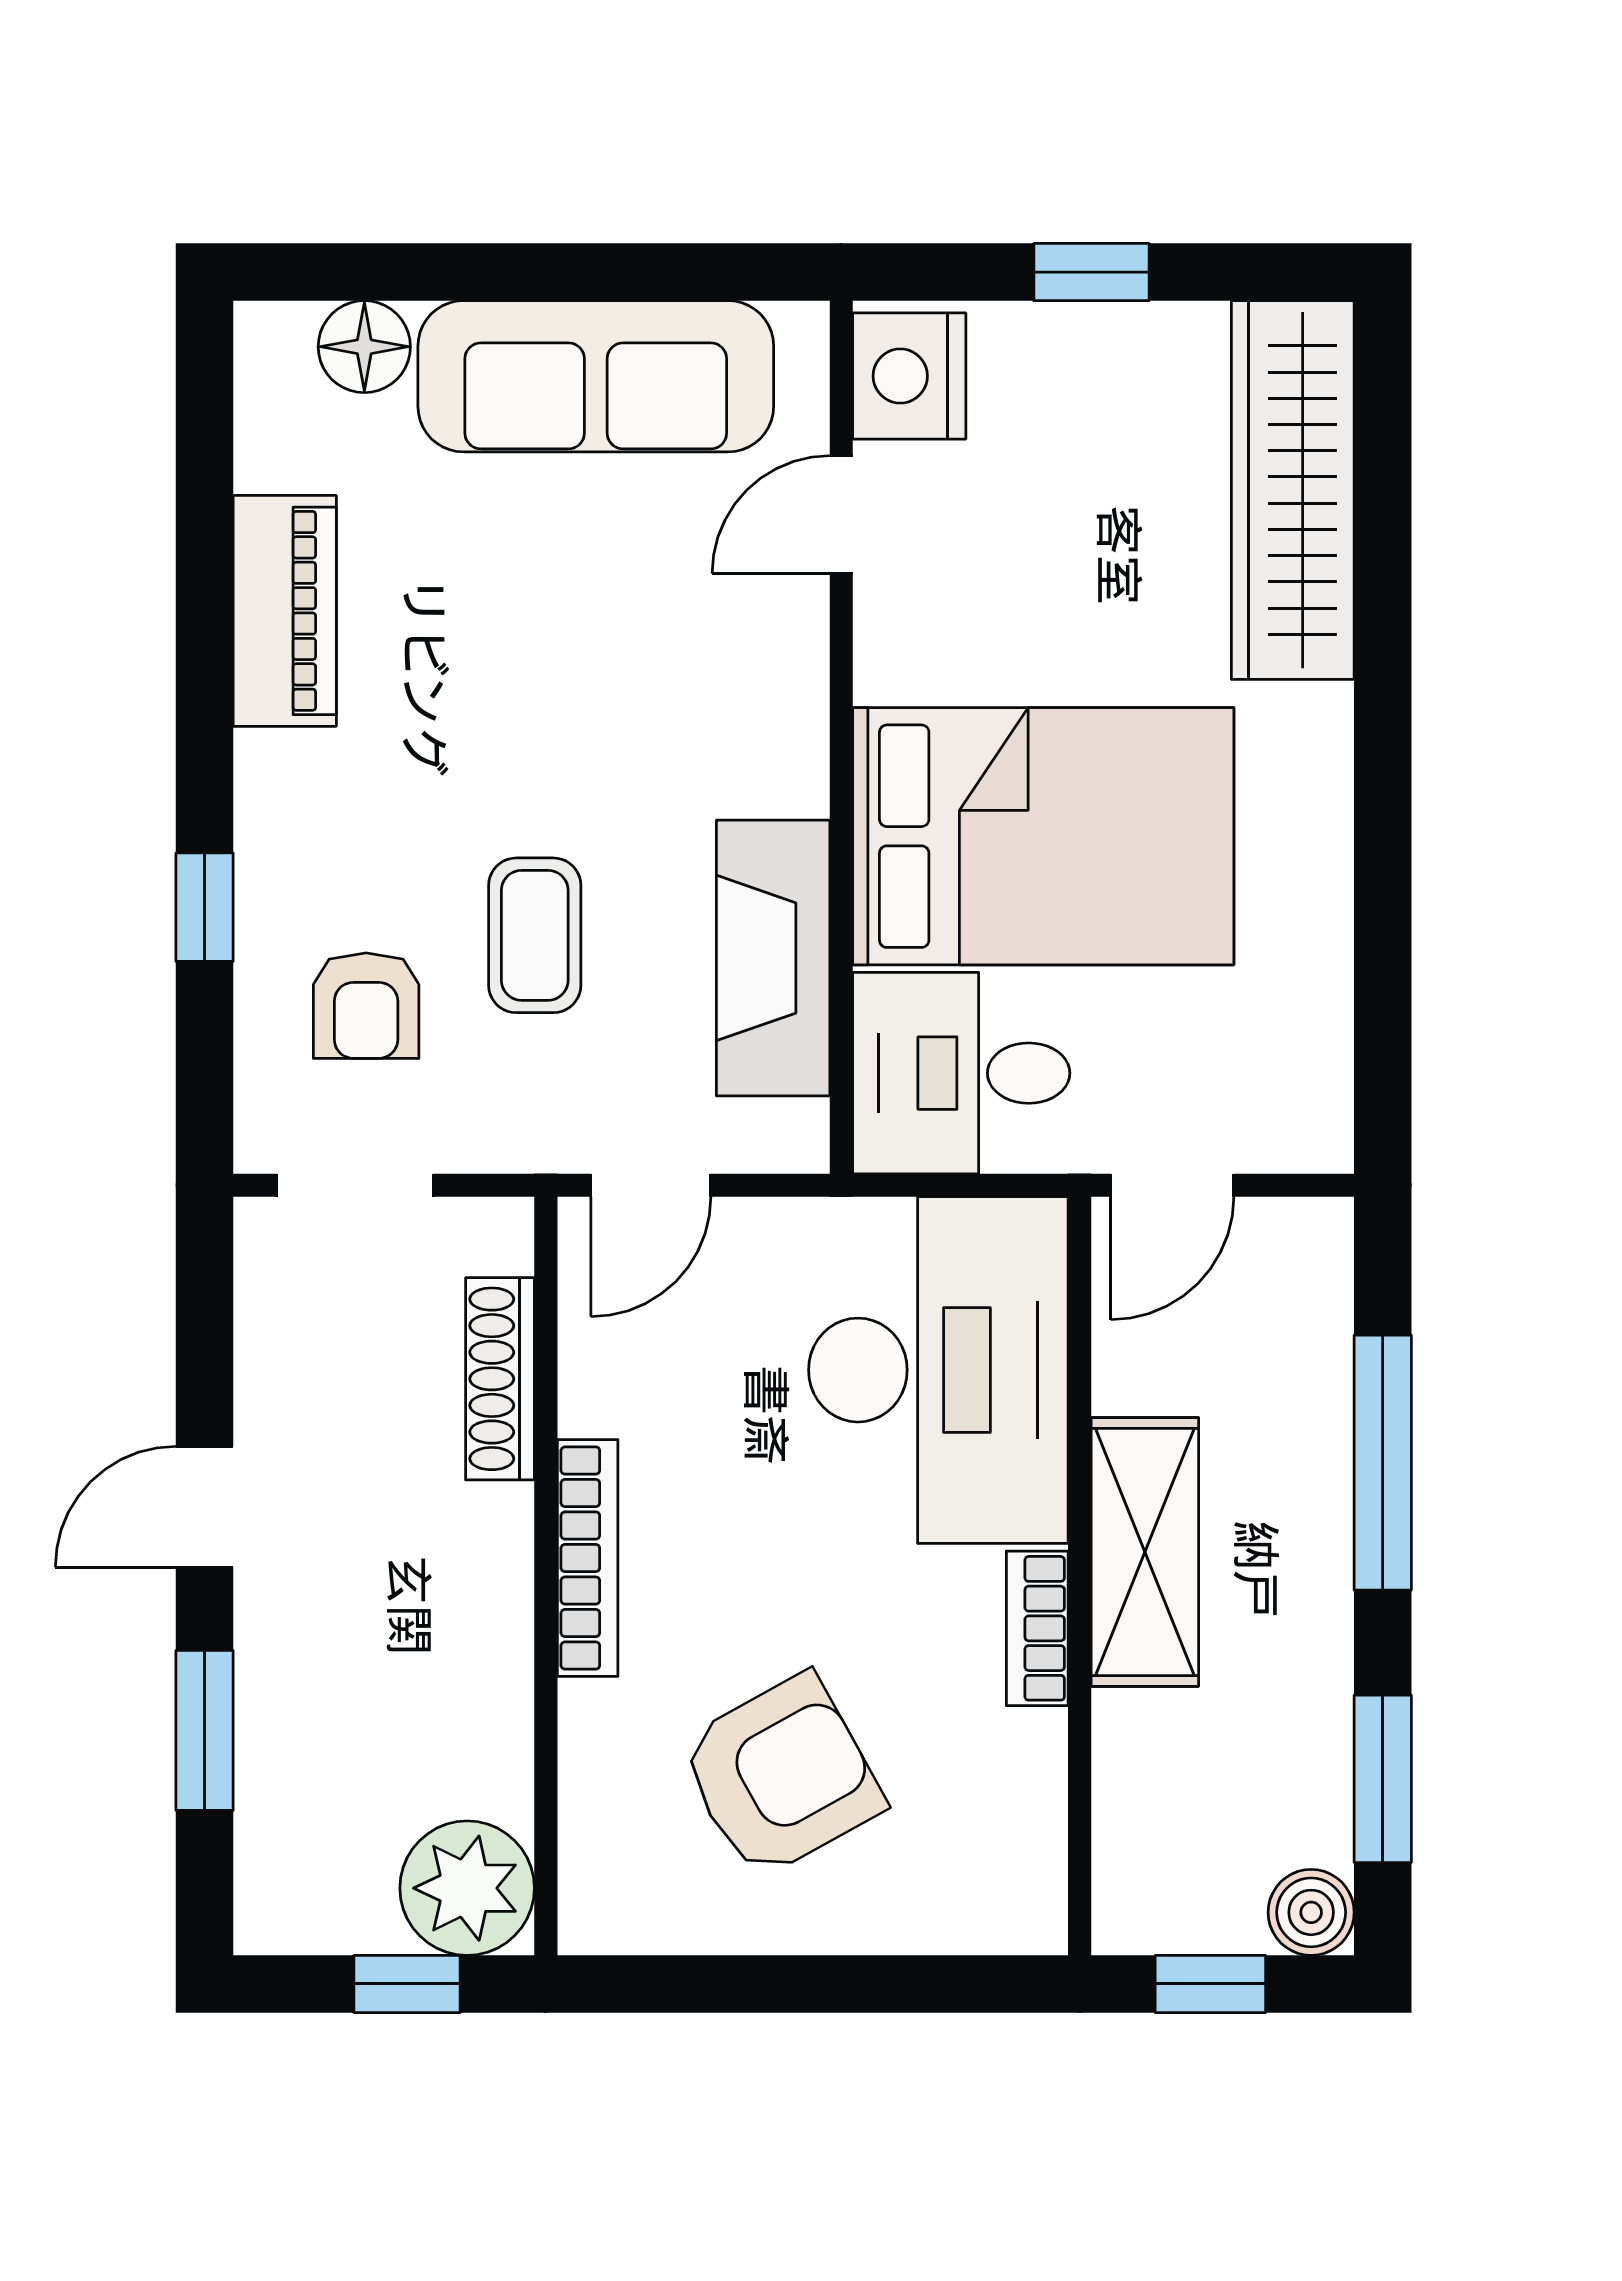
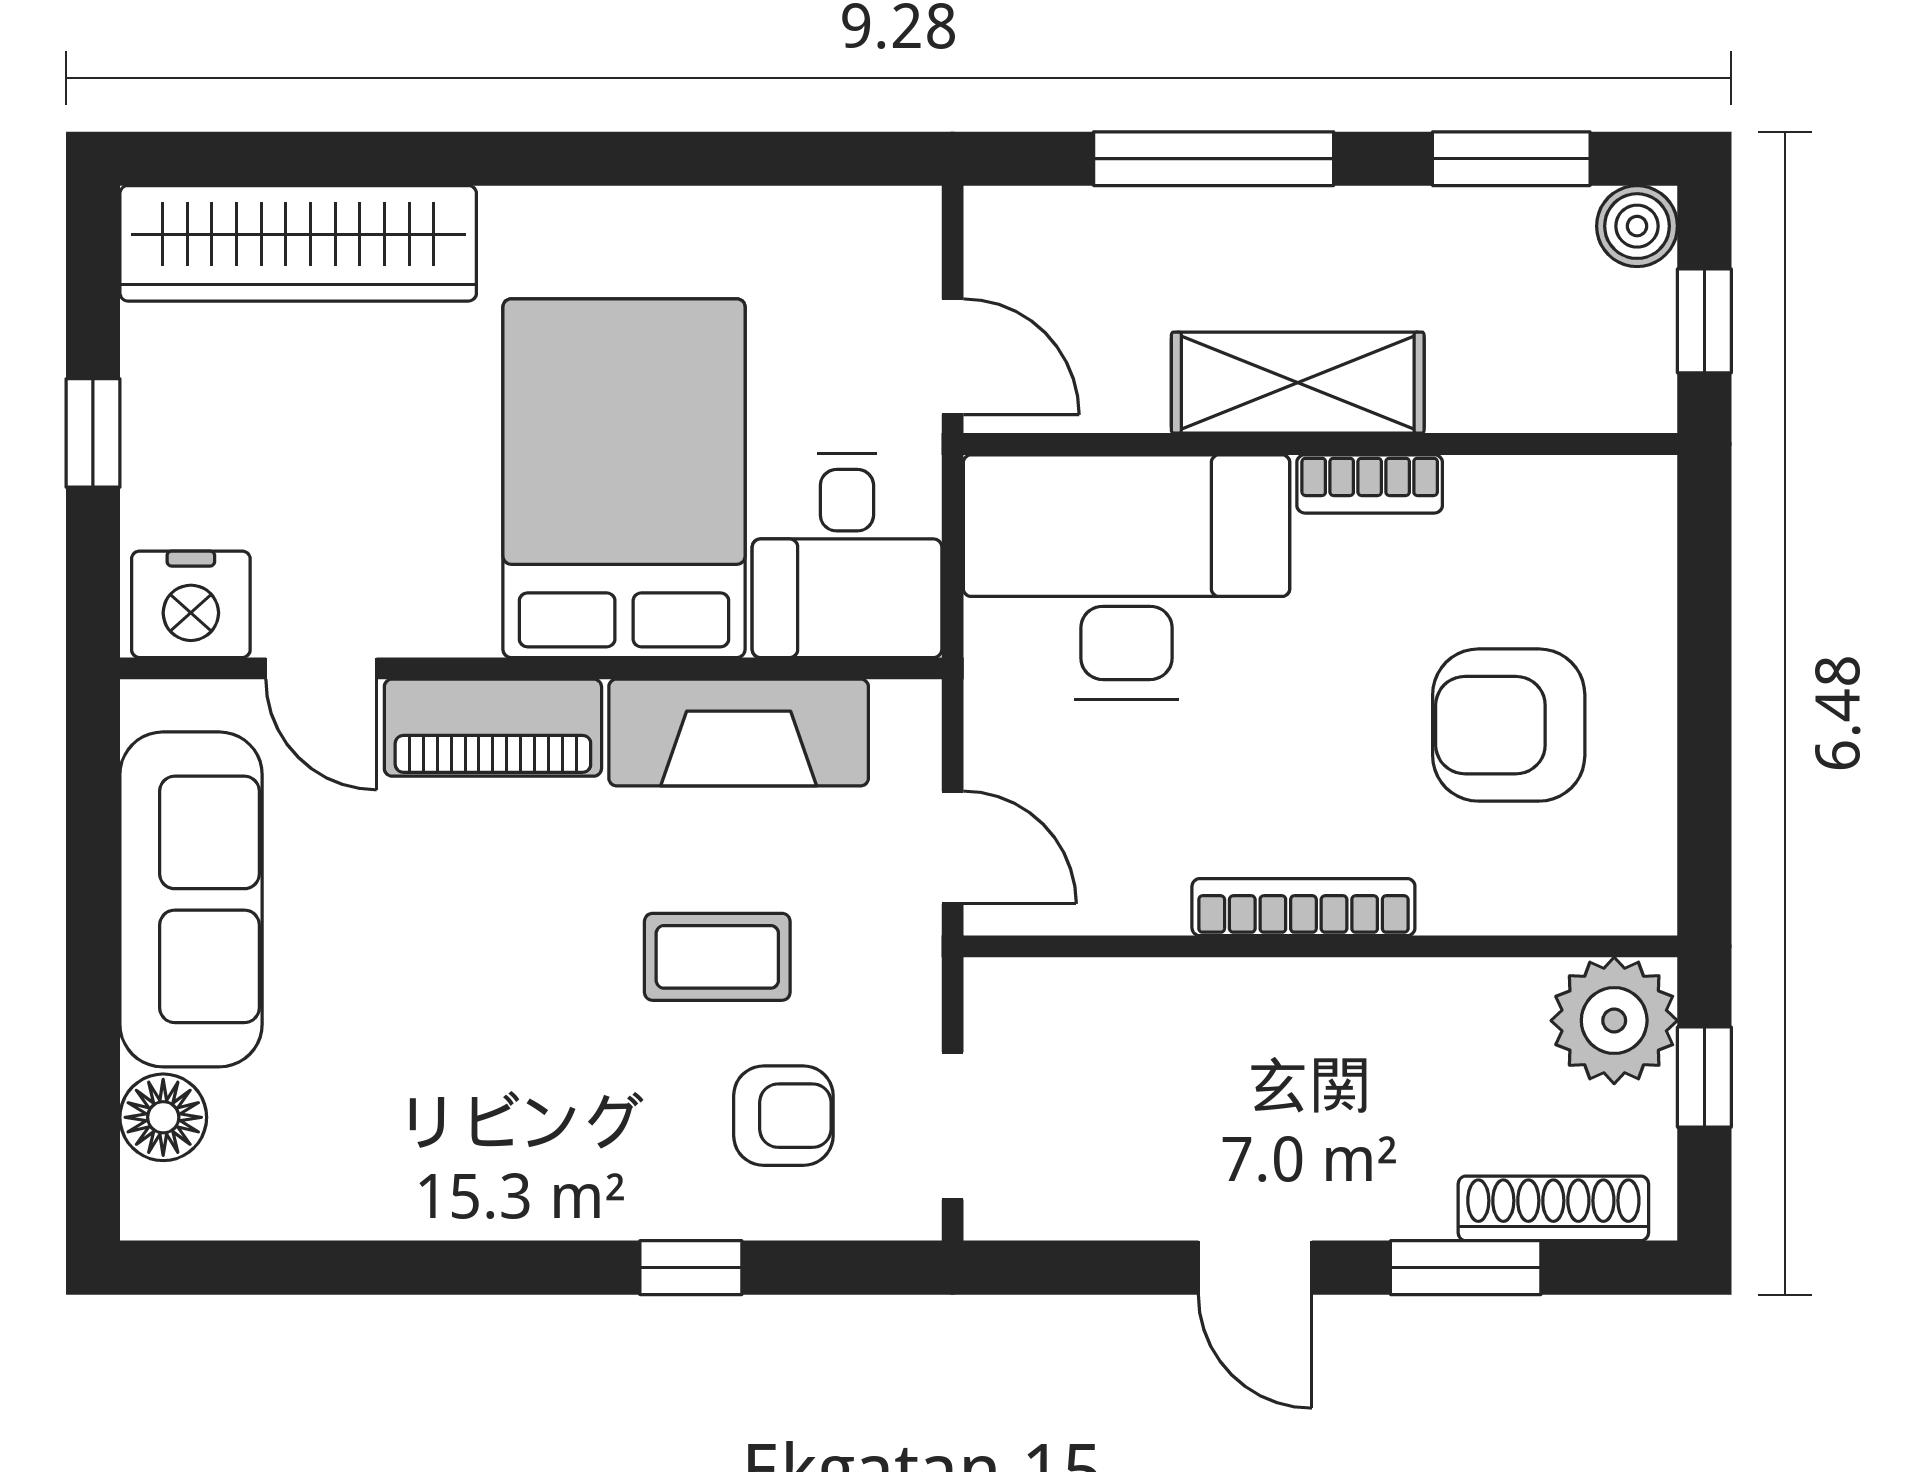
piano: (285, 611) -> (493, 728), moved, turned 180
shoe rack: (500, 1379) -> (1553, 1208), moved, turned 180
armchair: (781, 1776) -> (1509, 725), turned -61

